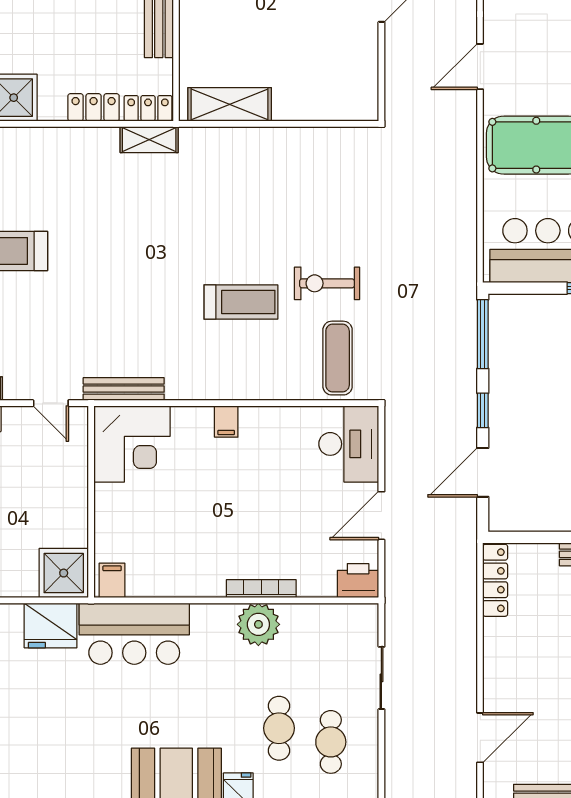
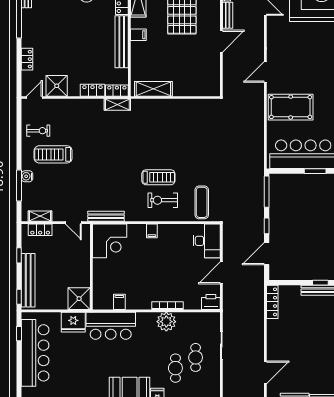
exercise bike: (327, 283) -> (163, 200), moved
filing cabinet: (112, 580) -> (119, 302), moved
cafe table: (331, 742) -> (196, 357), moved

